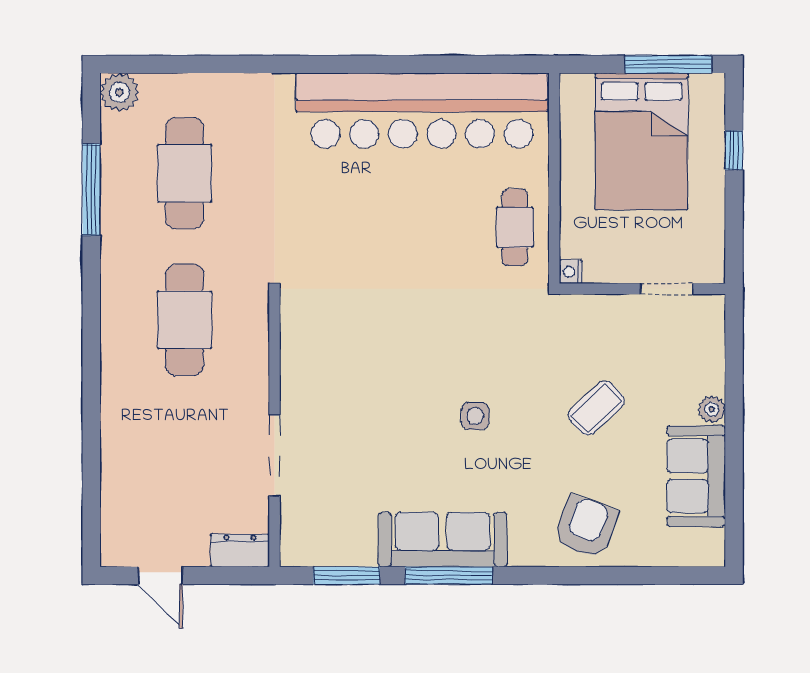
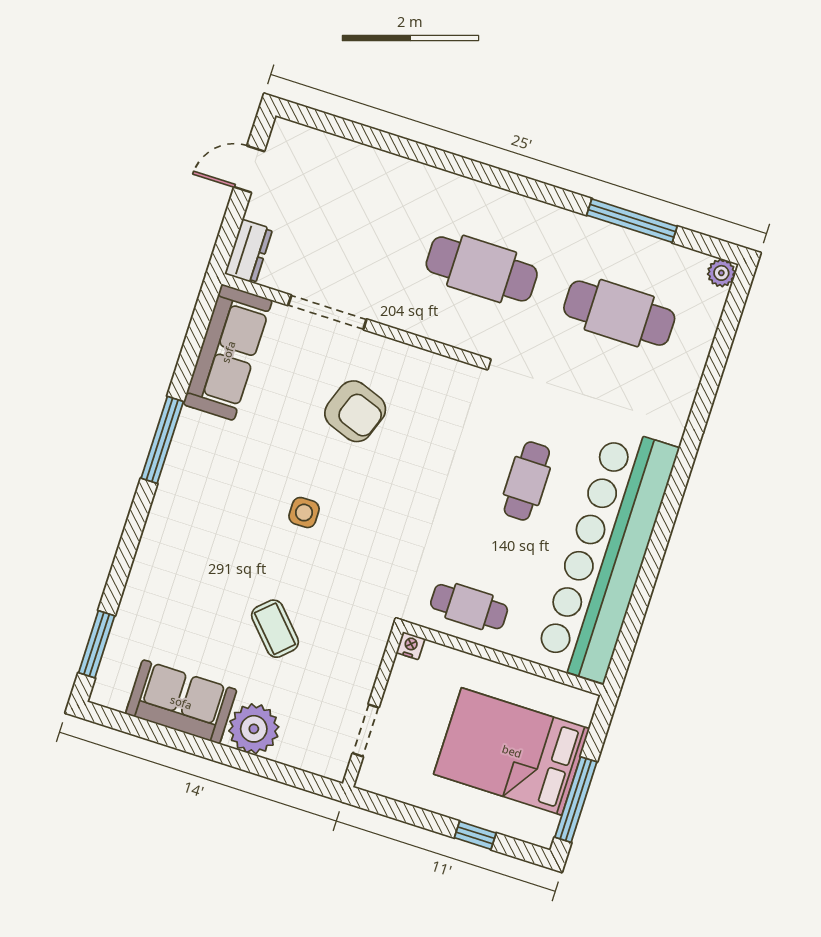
plant: (119, 92) -> (721, 273), width x0.73, depth x0.73
cafe table: (376, 210) -> (527, 481), added
plant: (712, 409) -> (254, 729), width x1.88, depth x1.88
armchair: (586, 527) -> (355, 411), moved
sofa: (443, 540) -> (228, 352), moved
window: (347, 576) -> (97, 644), moved

